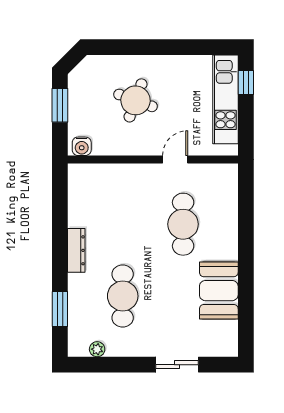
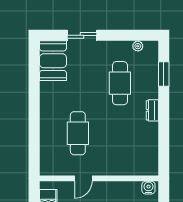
dresser: (76, 250) -> (152, 110), width x0.70
booth: (219, 291) -> (53, 61), moved

